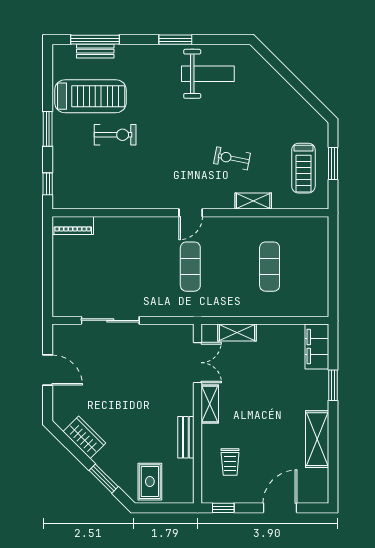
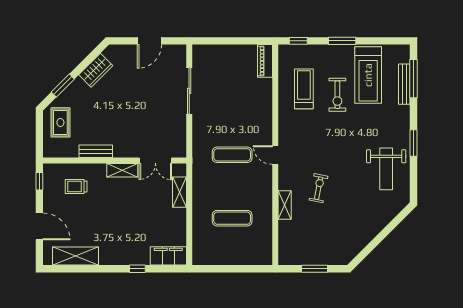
bench: (95, 51) -> (404, 84), width x1.36
treadmill: (303, 168) -> (304, 89), moved, turned 90
window: (333, 385) -> (137, 269), width x0.67
shelving: (317, 439) -> (76, 256), moved
rug: (150, 482) -> (60, 122), turned 90

